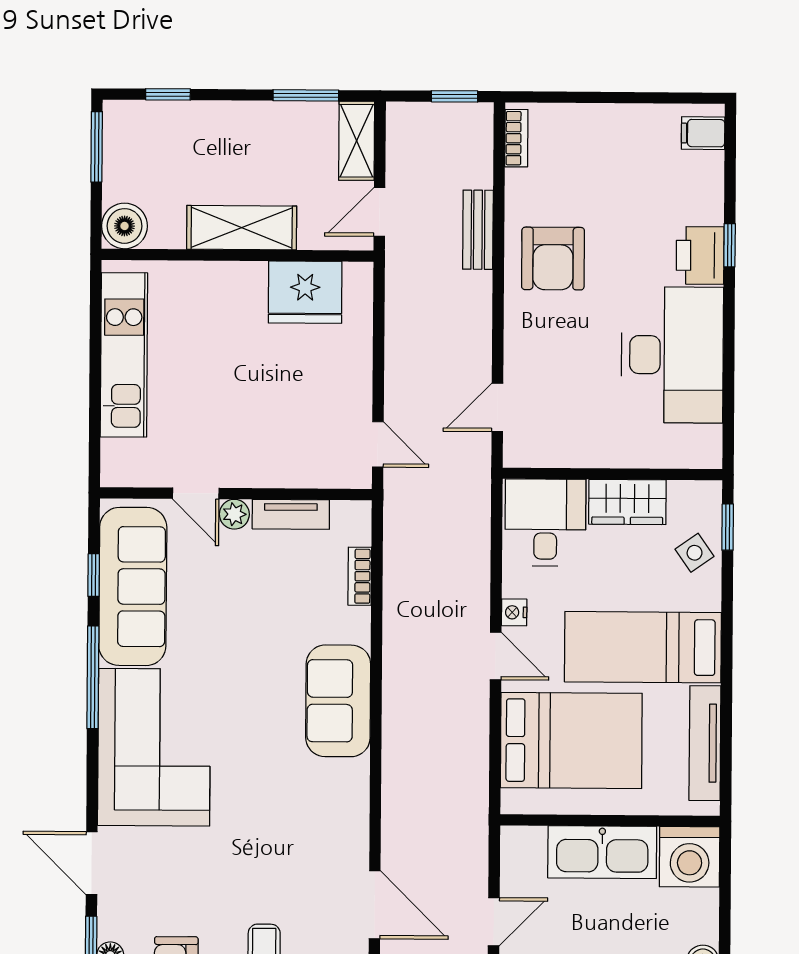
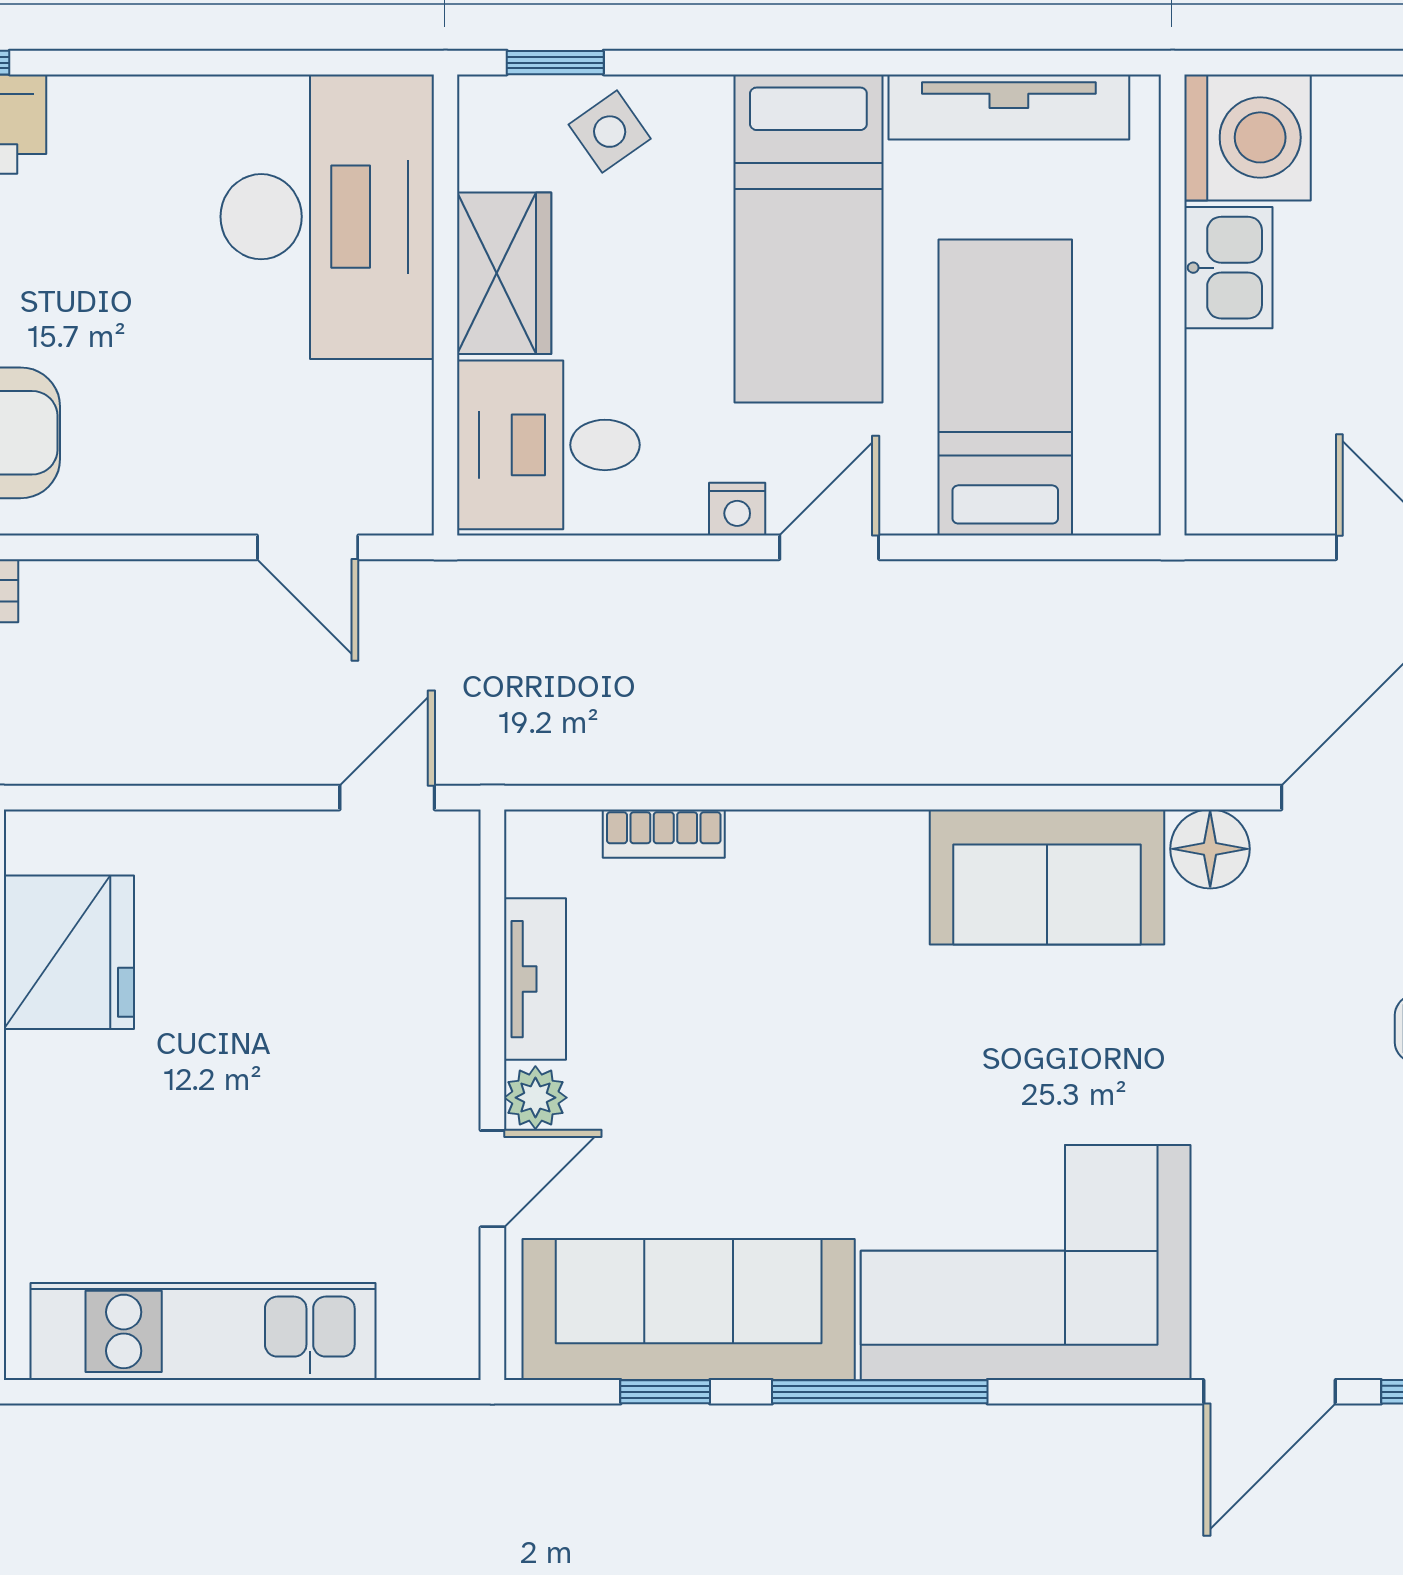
desk: (672, 355) -> (327, 217), moved, turned 90
sofa: (338, 701) -> (1047, 877), moved
bed: (571, 740) -> (1005, 387), width x0.67
floor lamp: (351, 837) -> (1210, 849), added
kitchen sink: (602, 852) -> (1228, 268), width x0.53, depth x0.81

